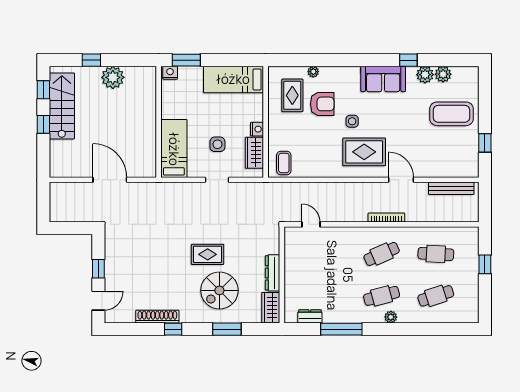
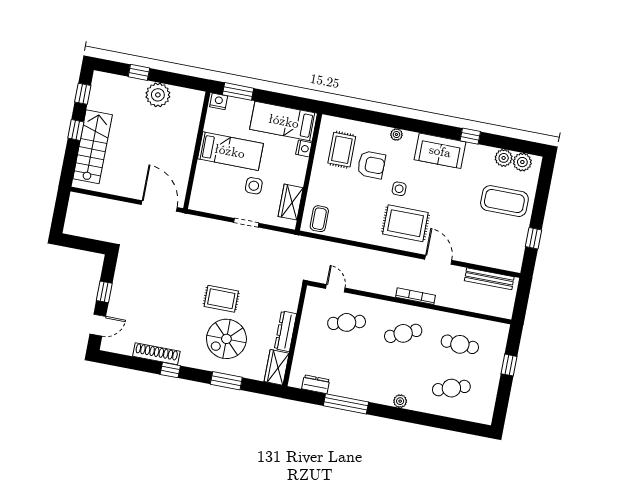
plant: (313, 72) -> (396, 135), moved
plant: (425, 75) -> (522, 162), moved
stairs: (62, 106) -> (93, 147), moved
nightstand: (257, 129) -> (304, 149), moved
bed: (174, 149) -> (230, 151), moved, turned 90
door: (110, 180) -> (159, 206), moved
cafe table: (382, 296) -> (347, 322), moved

